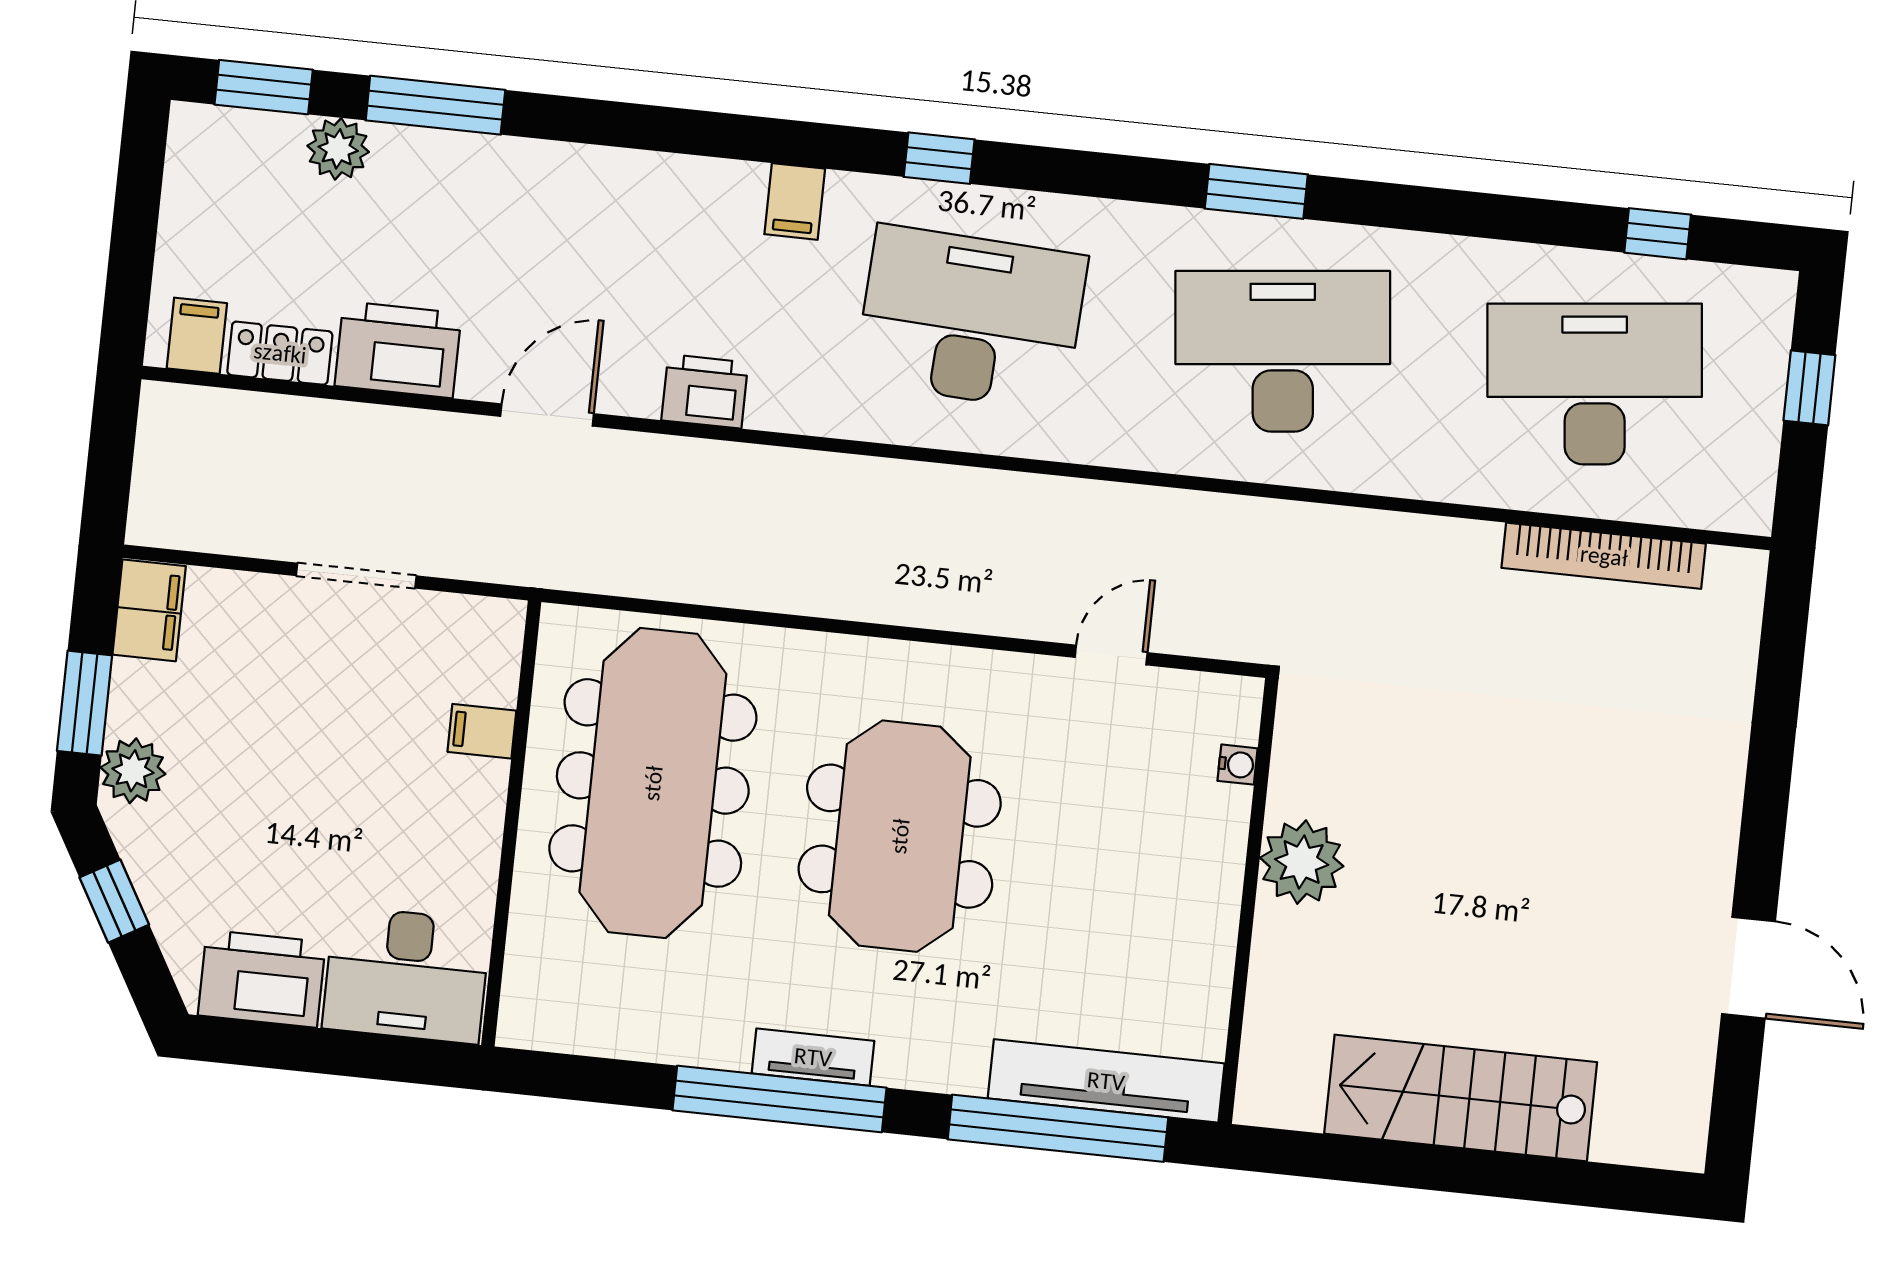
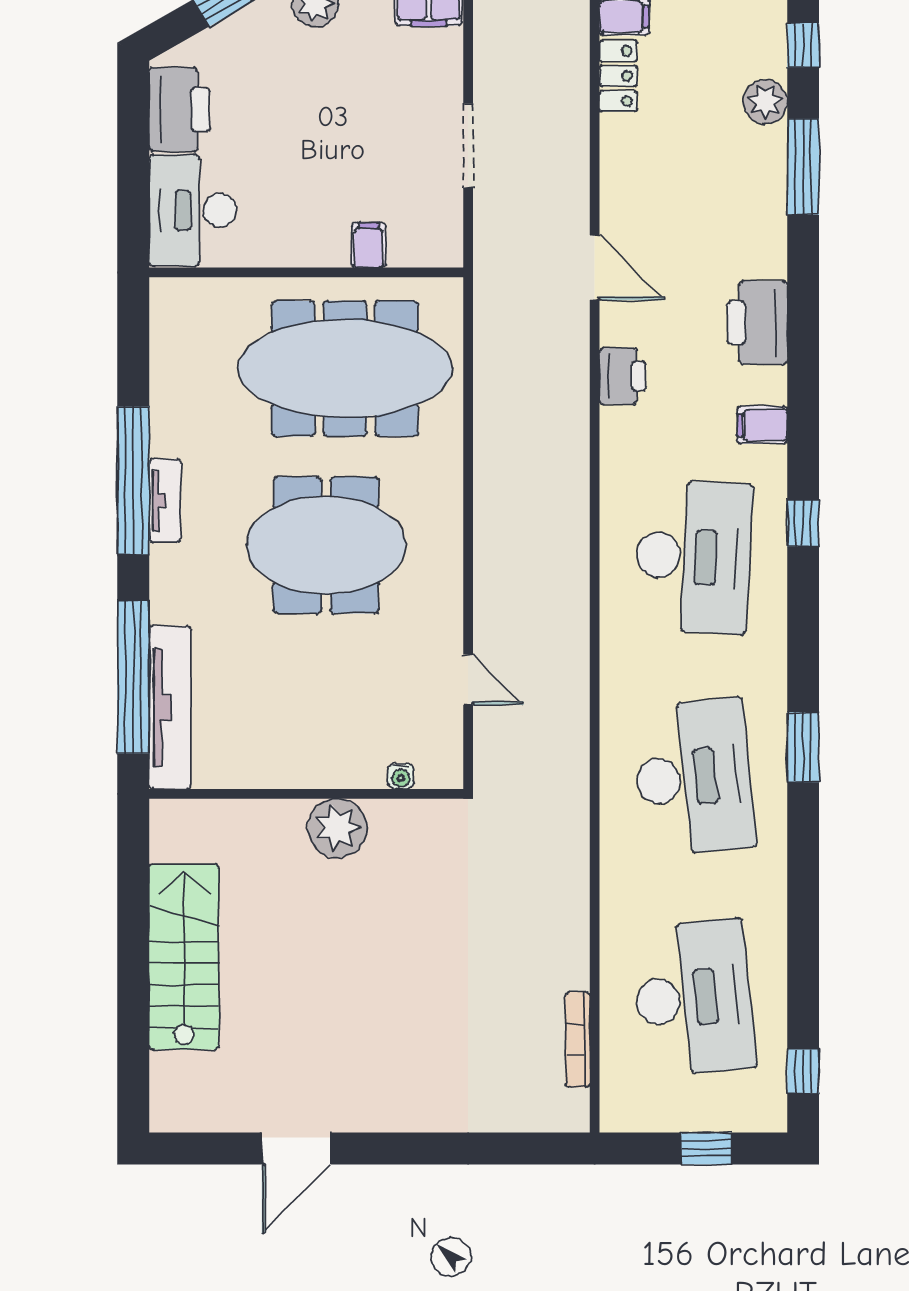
window: (264, 87) -> (803, 45), width x0.67
window: (1658, 234) -> (803, 1071), moved
printer: (398, 350) -> (757, 323), moved, turned 180
bookcase: (1604, 556) -> (578, 1040), width x0.68, depth x0.76

